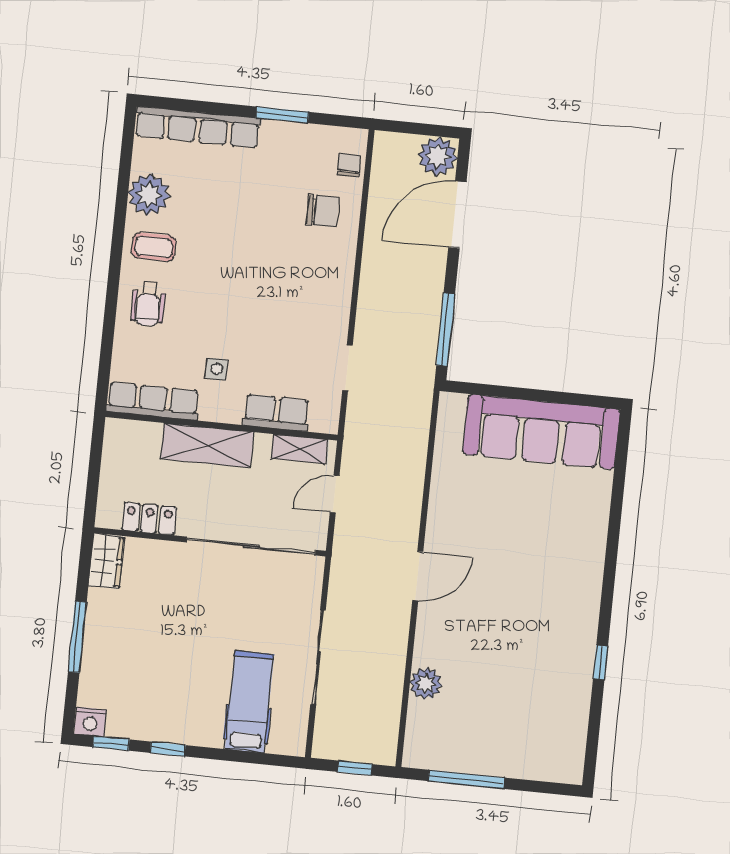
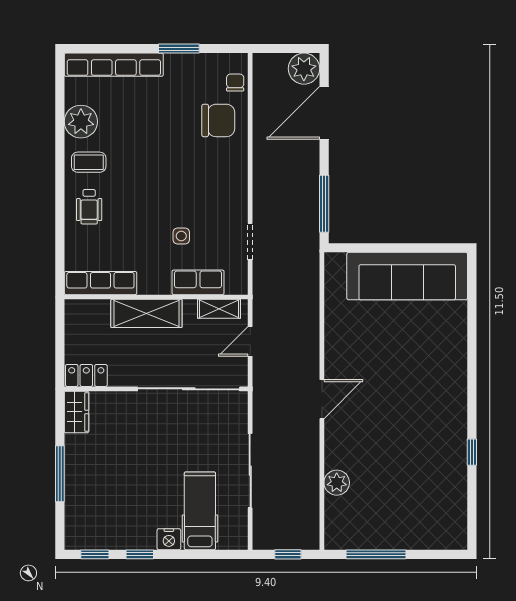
chair: (323, 211) -> (218, 120), width x1.37, depth x1.37
side table: (217, 369) -> (181, 236), moved
locker: (149, 519) -> (86, 375), moved
nightstand: (90, 722) -> (169, 539), moved

